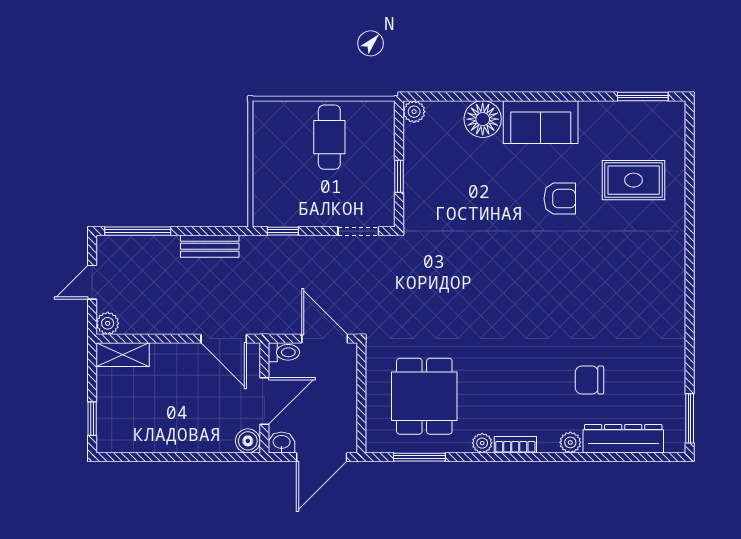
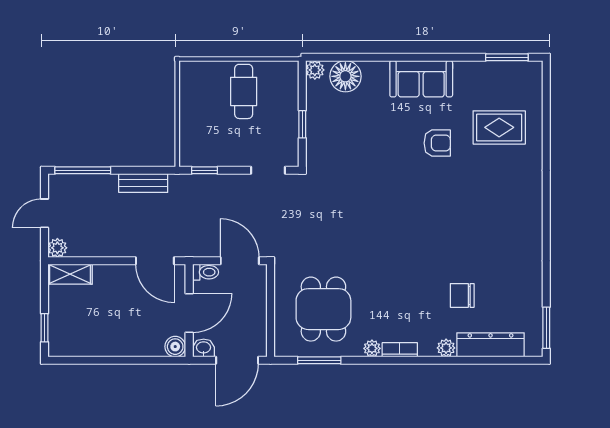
floor lamp: (483, 119) -> (345, 76), moved

